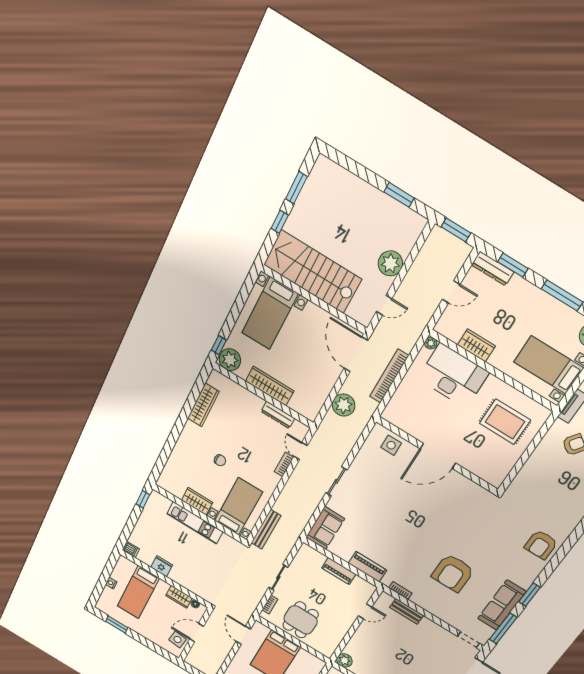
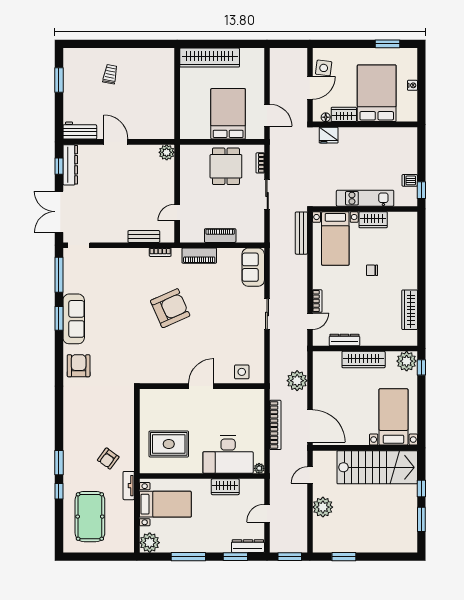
door: (301, 451) -> (310, 321), hinge flipped
door: (438, 456) -> (201, 386), width x0.73
dishwasher: (131, 549) -> (410, 180), moved
fridge: (162, 566) -> (329, 135), moved
armchair: (453, 573) -> (170, 308), moved, turned 66
bed: (138, 592) -> (377, 93), width x1.50
sofa: (502, 605) -> (74, 319), moved

